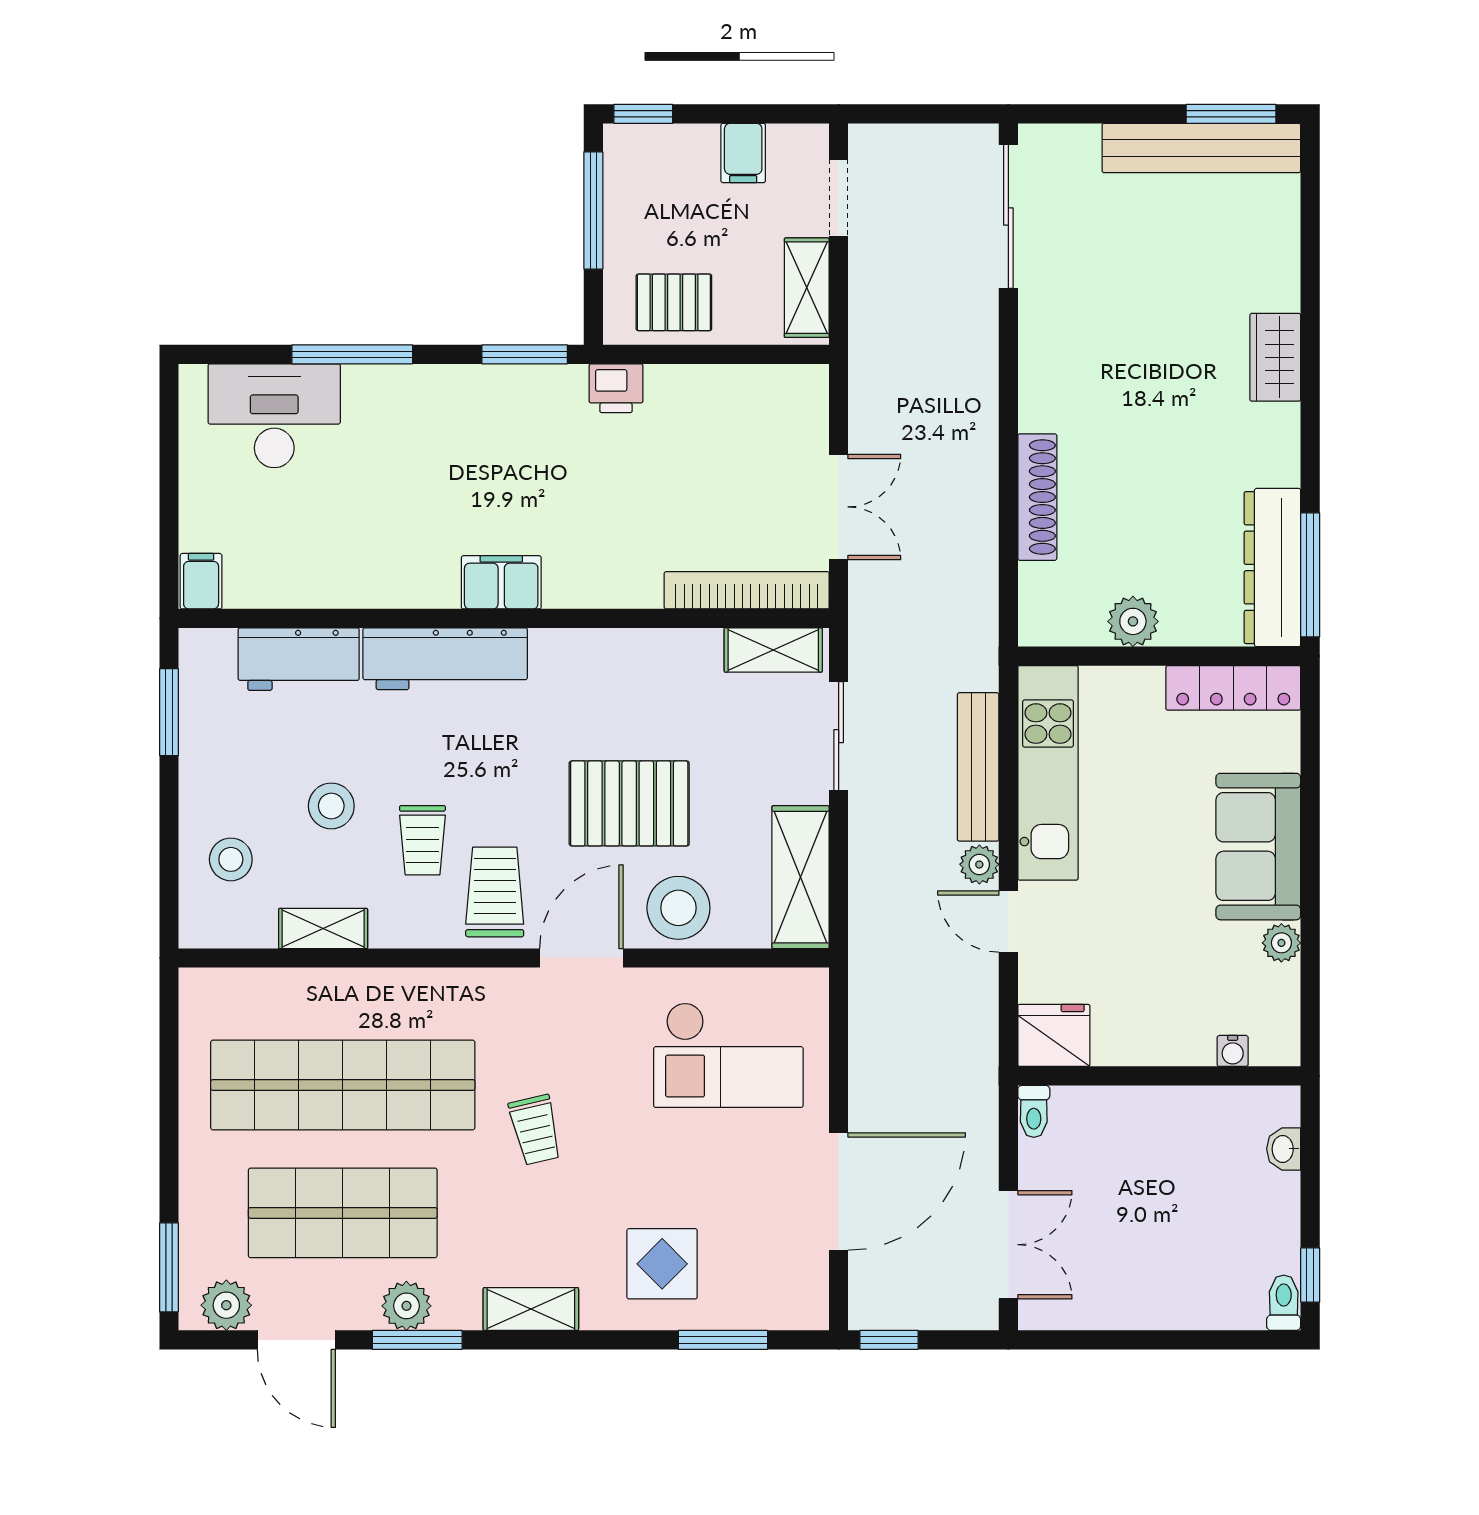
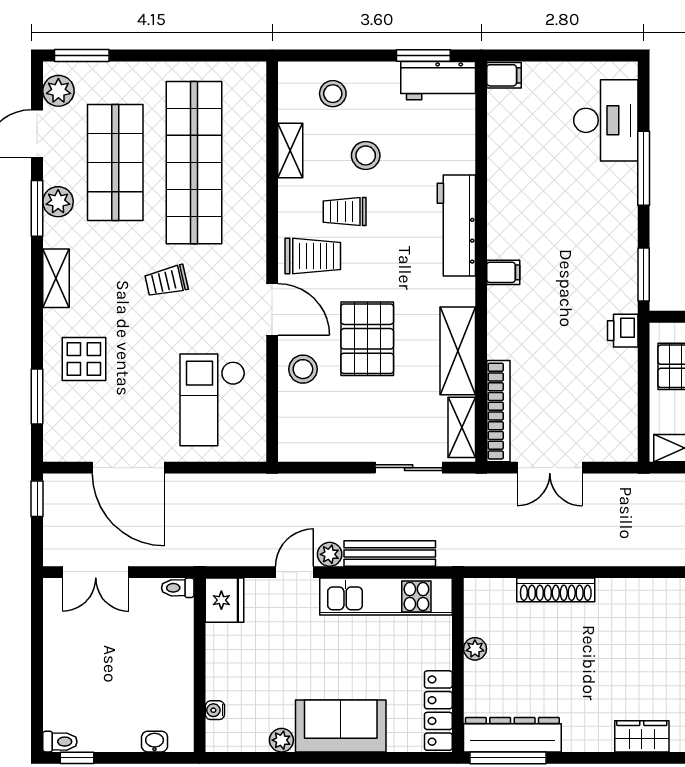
filing cabinet: (501, 582) -> (503, 272), width x0.50
plant: (1133, 621) -> (475, 649), width x0.73, depth x0.73
workbench: (299, 659) -> (438, 81), moved, turned -90
shelving: (801, 877) -> (458, 351), moved, turned 90
stool: (678, 908) -> (303, 369), width x0.73, depth x0.73

